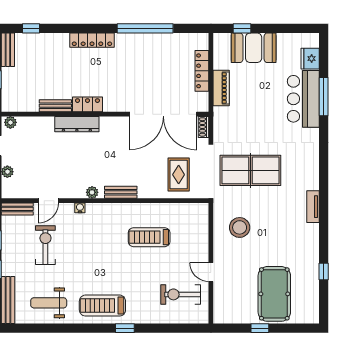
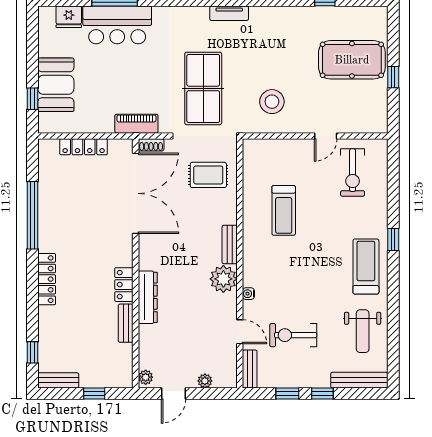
piano: (221, 88) -> (136, 124), moved
plant: (92, 192) -> (223, 279), width x1.87, depth x1.87
tv unit: (313, 207) -> (229, 13), moved
treadmill: (102, 306) -> (366, 267), turned 180

